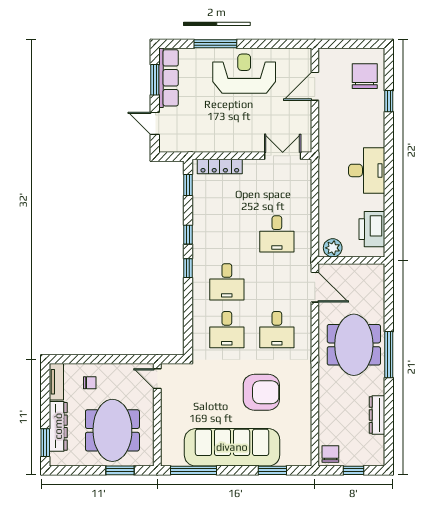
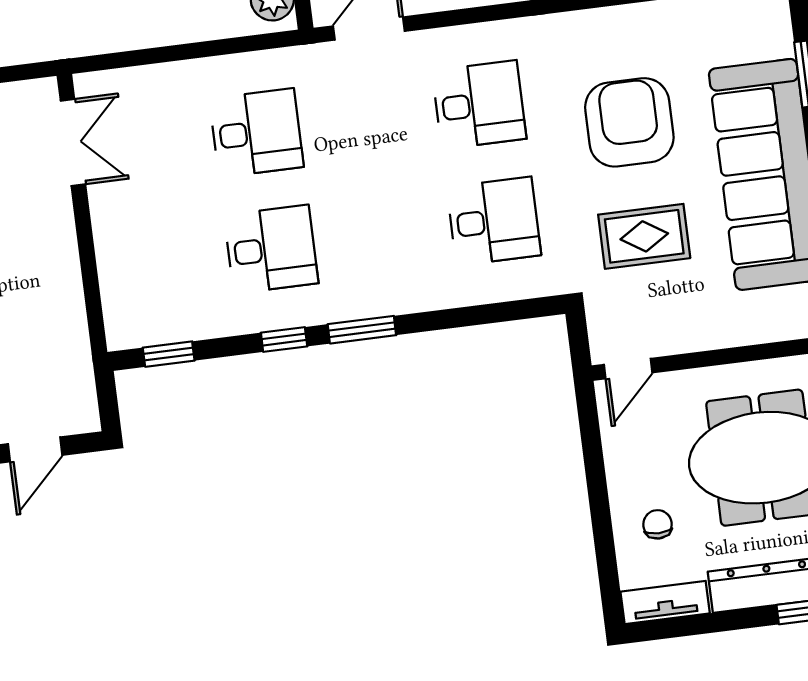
double door: (283, 156) -> (73, 142), swing flipped
locker: (220, 167) -> (116, 285), removed
window: (188, 268) -> (362, 330), width x1.50
desk: (227, 282) -> (271, 249), moved
rug: (212, 392) -> (644, 236), added

